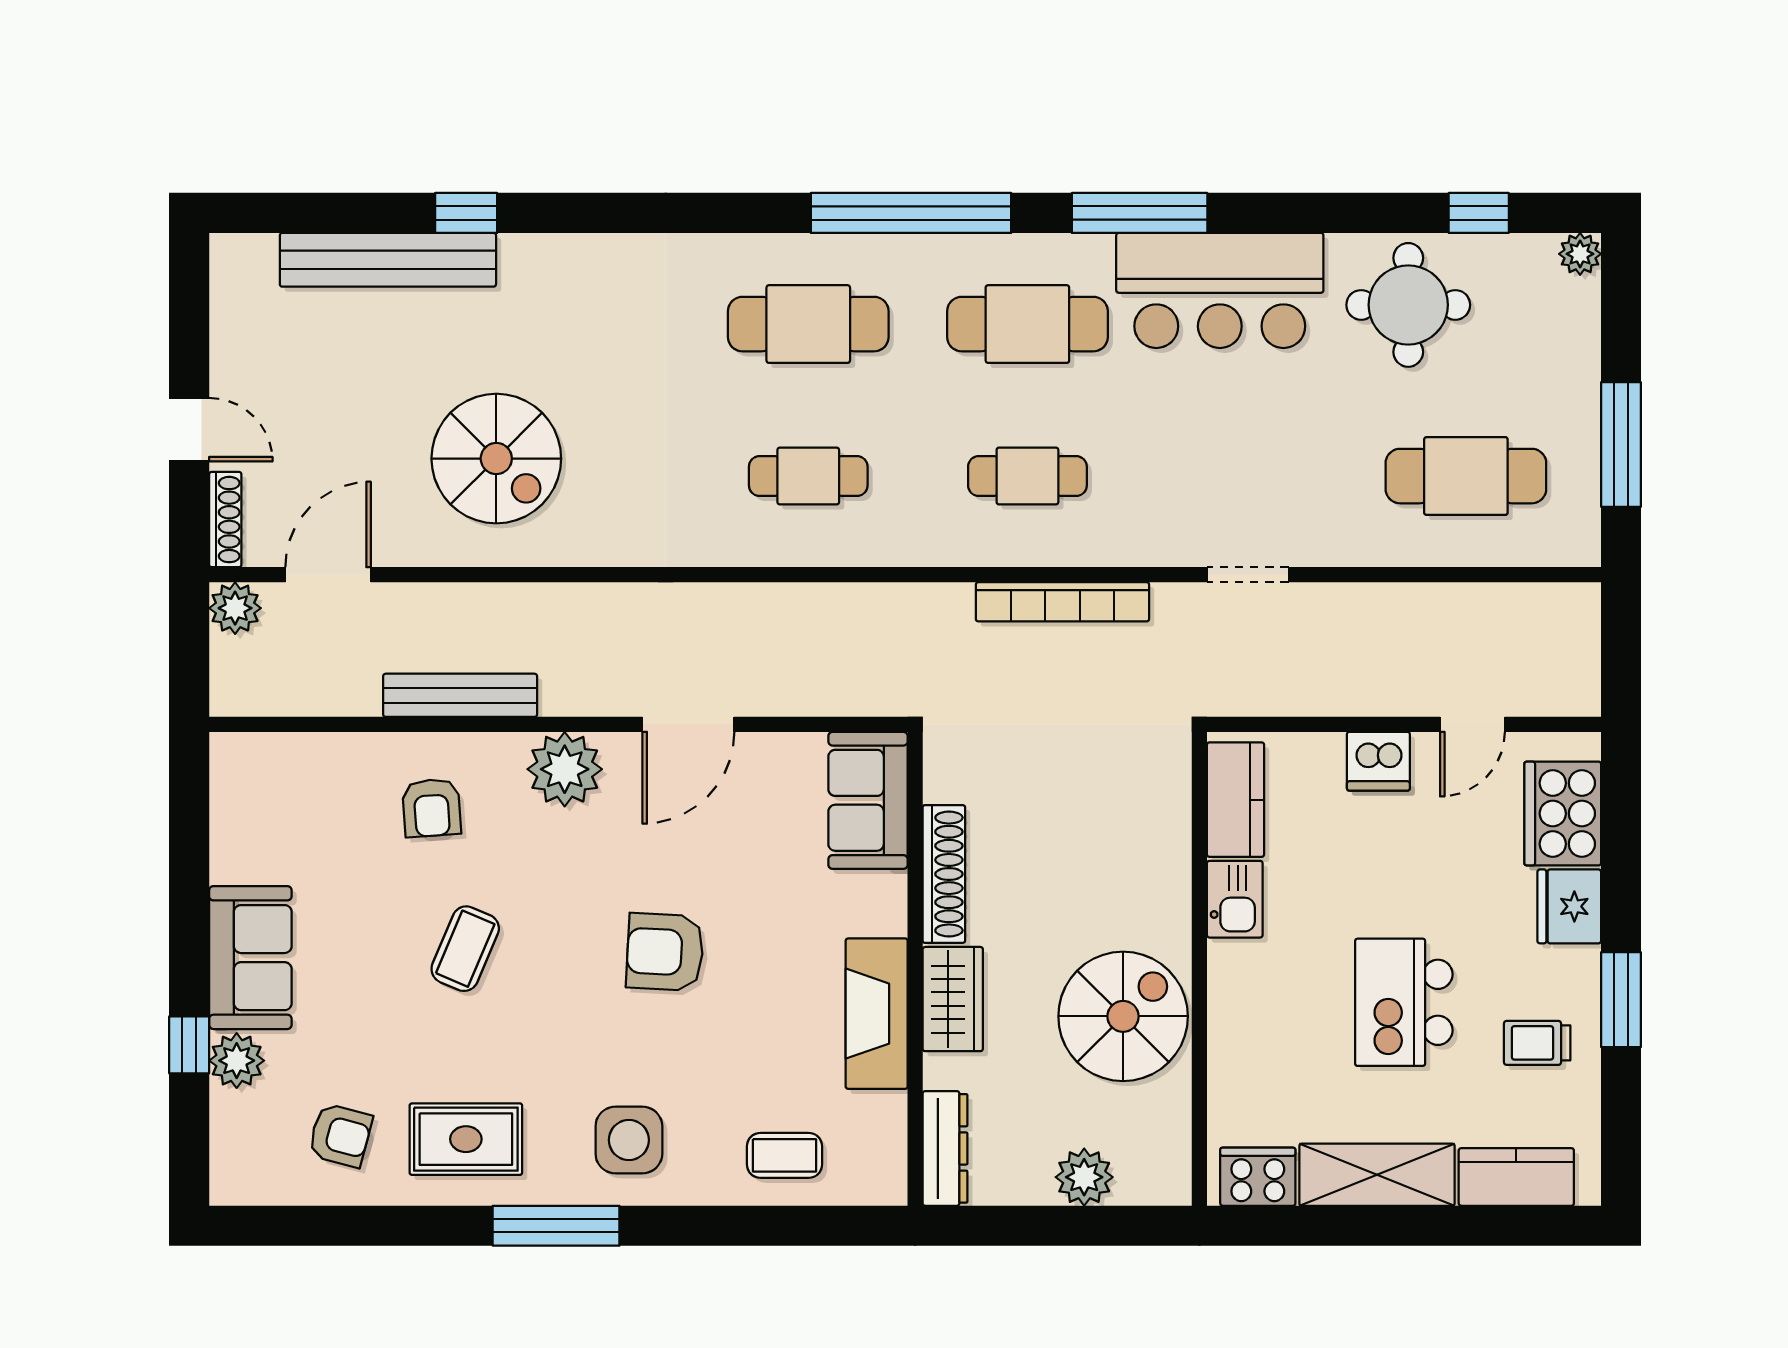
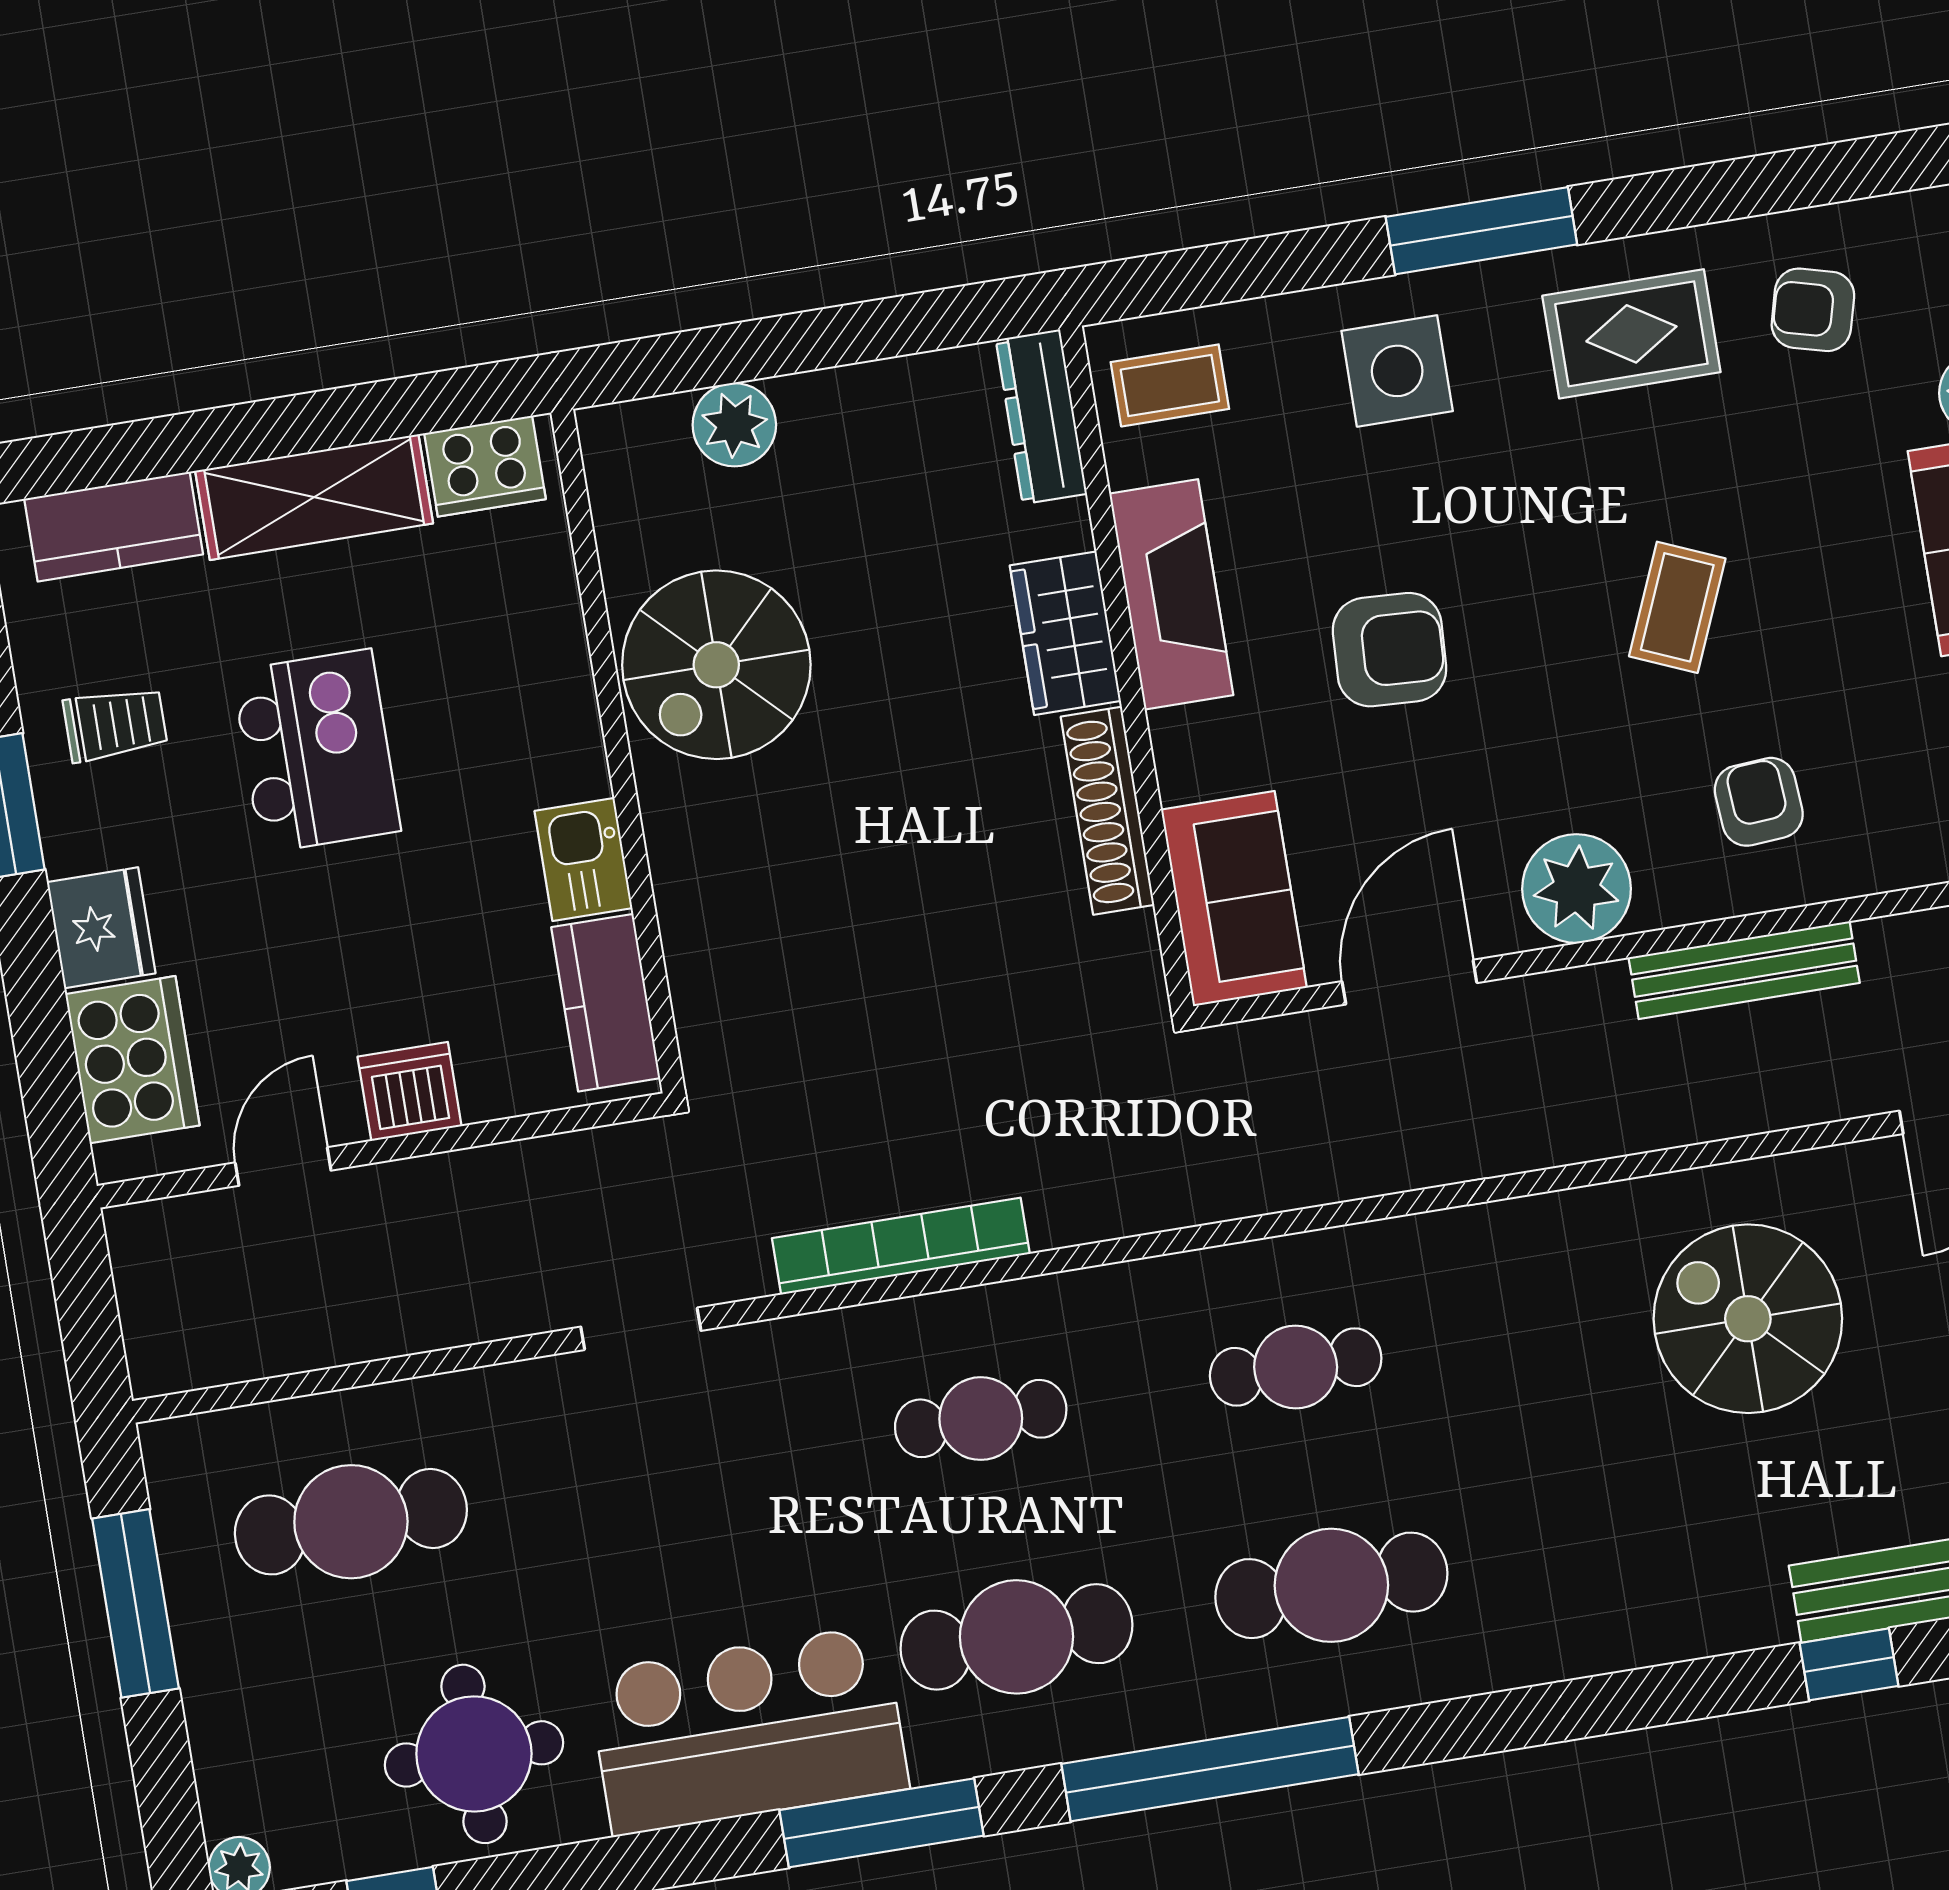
sofa: (868, 800) -> (1234, 899), moved
shoe rack: (944, 874) -> (1108, 811), moved
wall: (915, 969) -> (1127, 668), moved
wardrobe: (953, 999) -> (1065, 633), moved
fireplace: (877, 1014) -> (1171, 594), moved
dresser: (945, 1148) -> (1041, 417), moved

